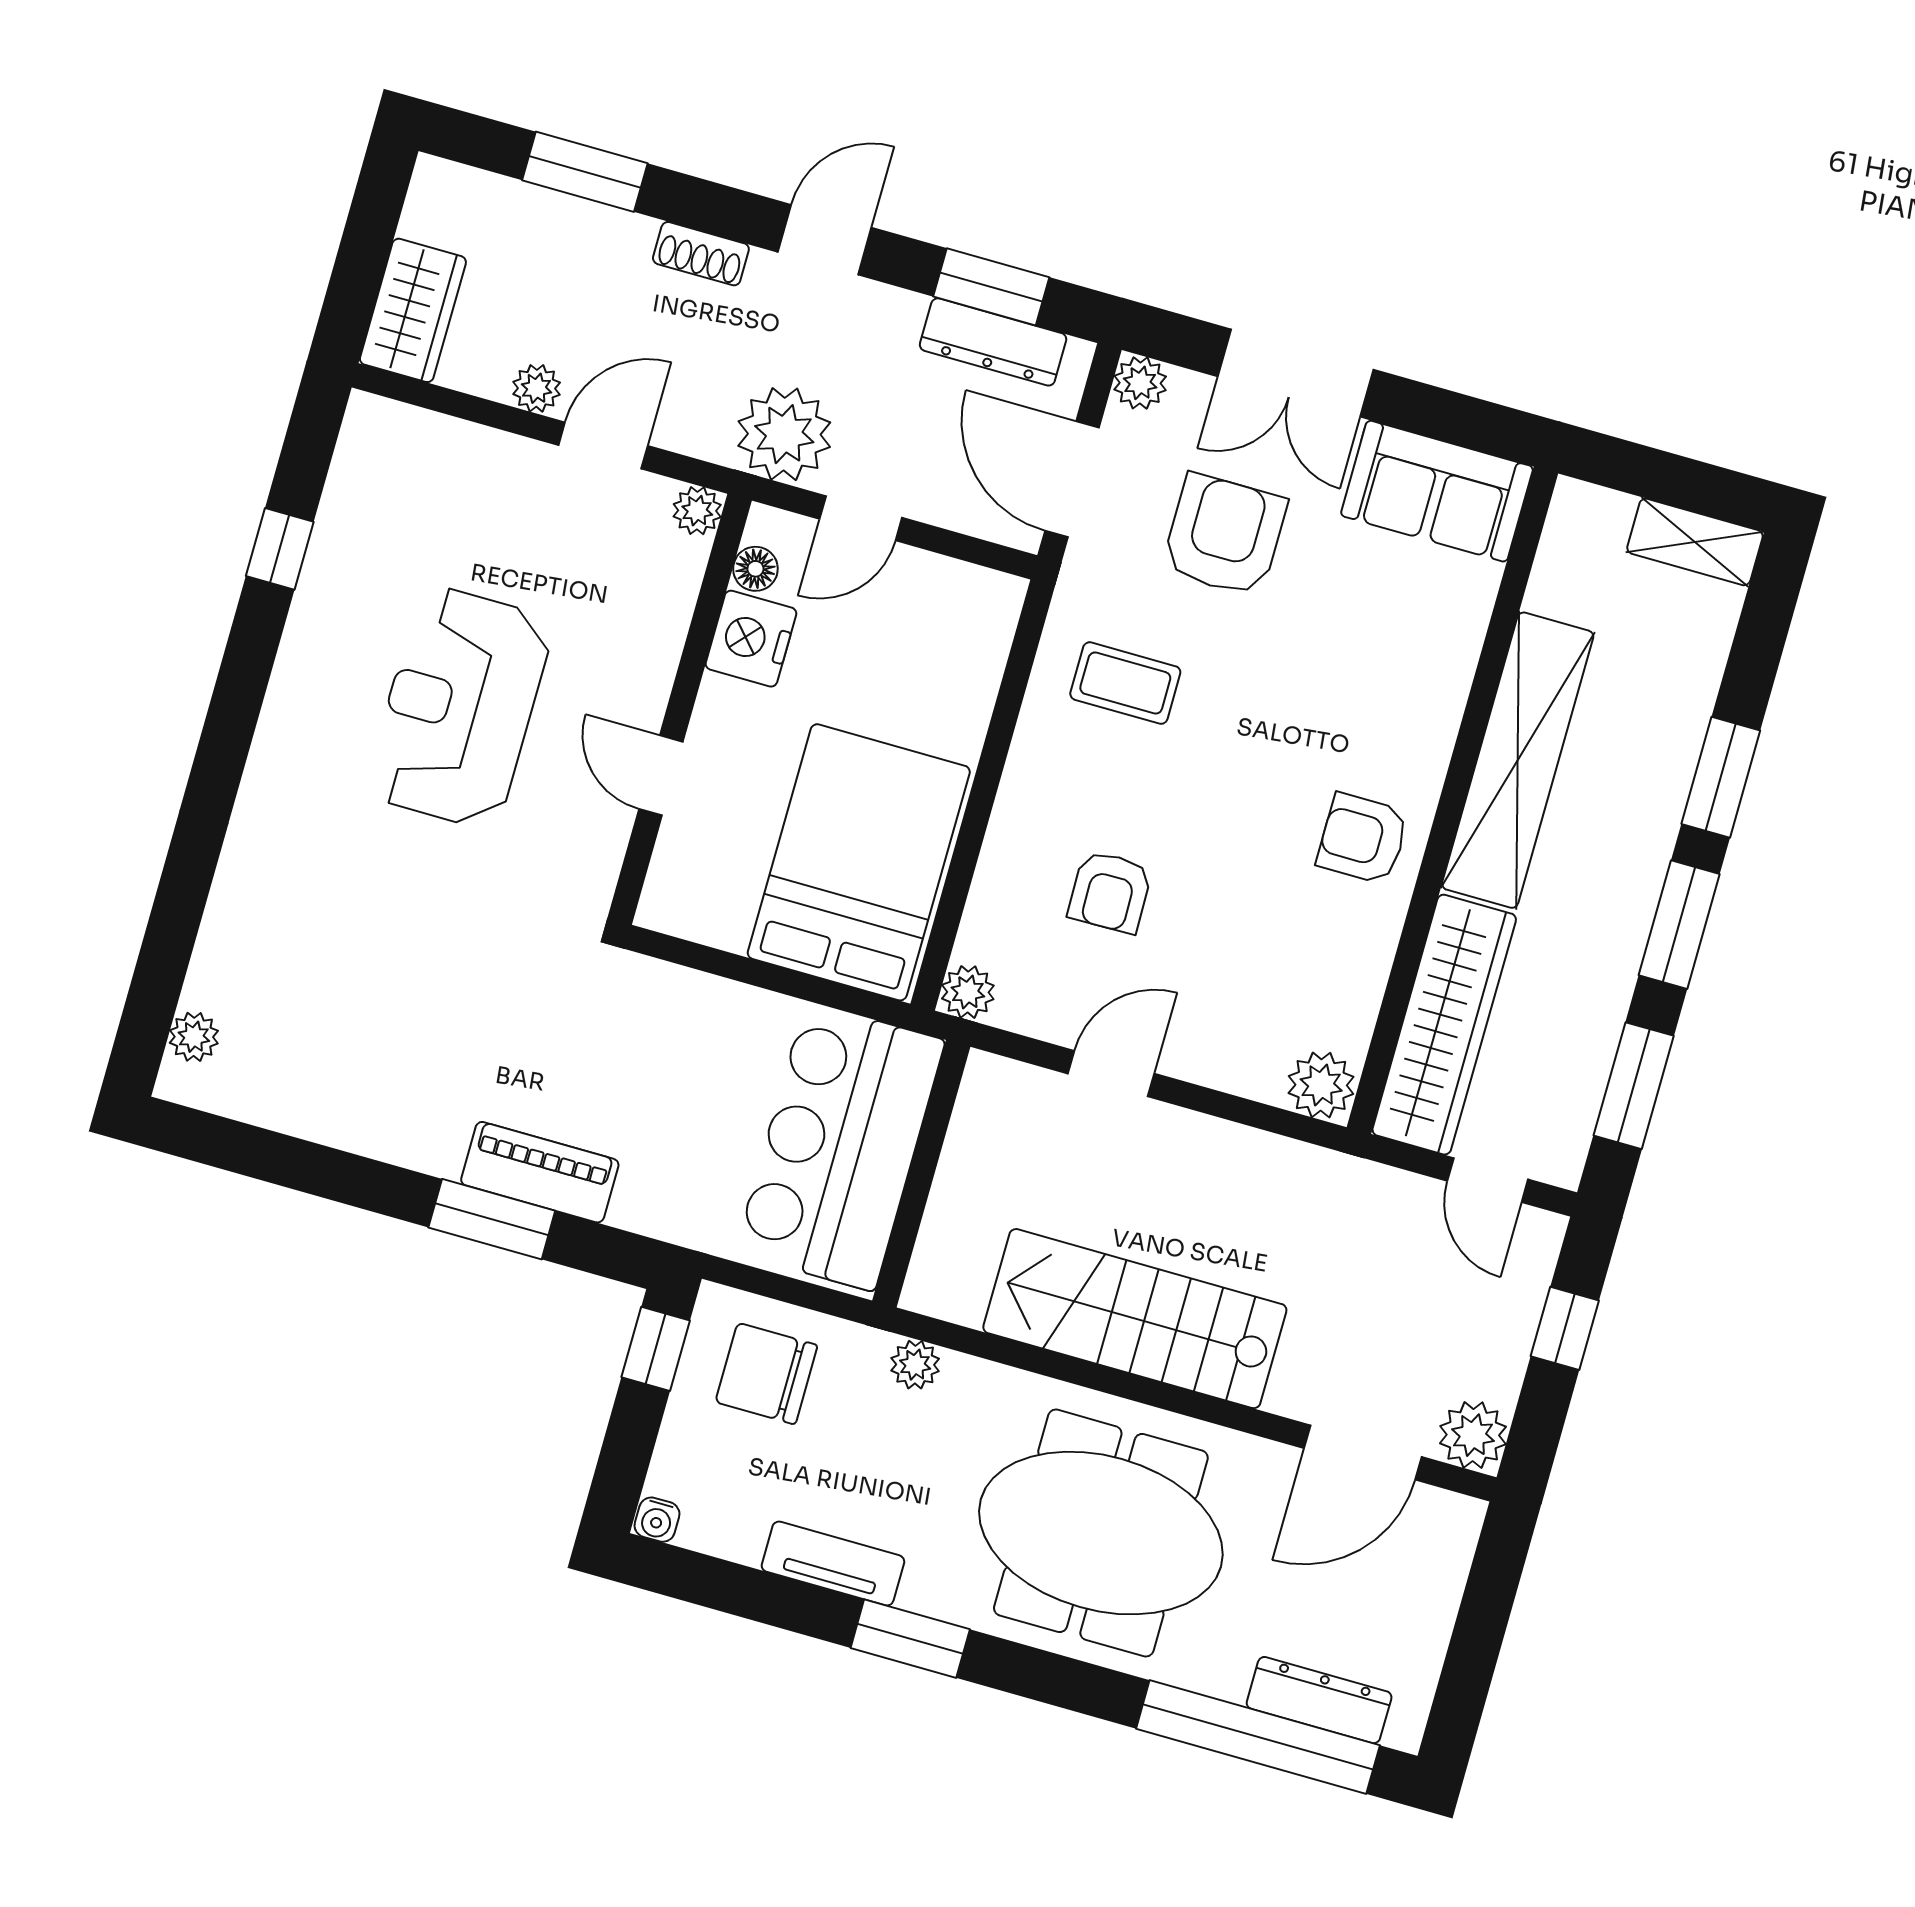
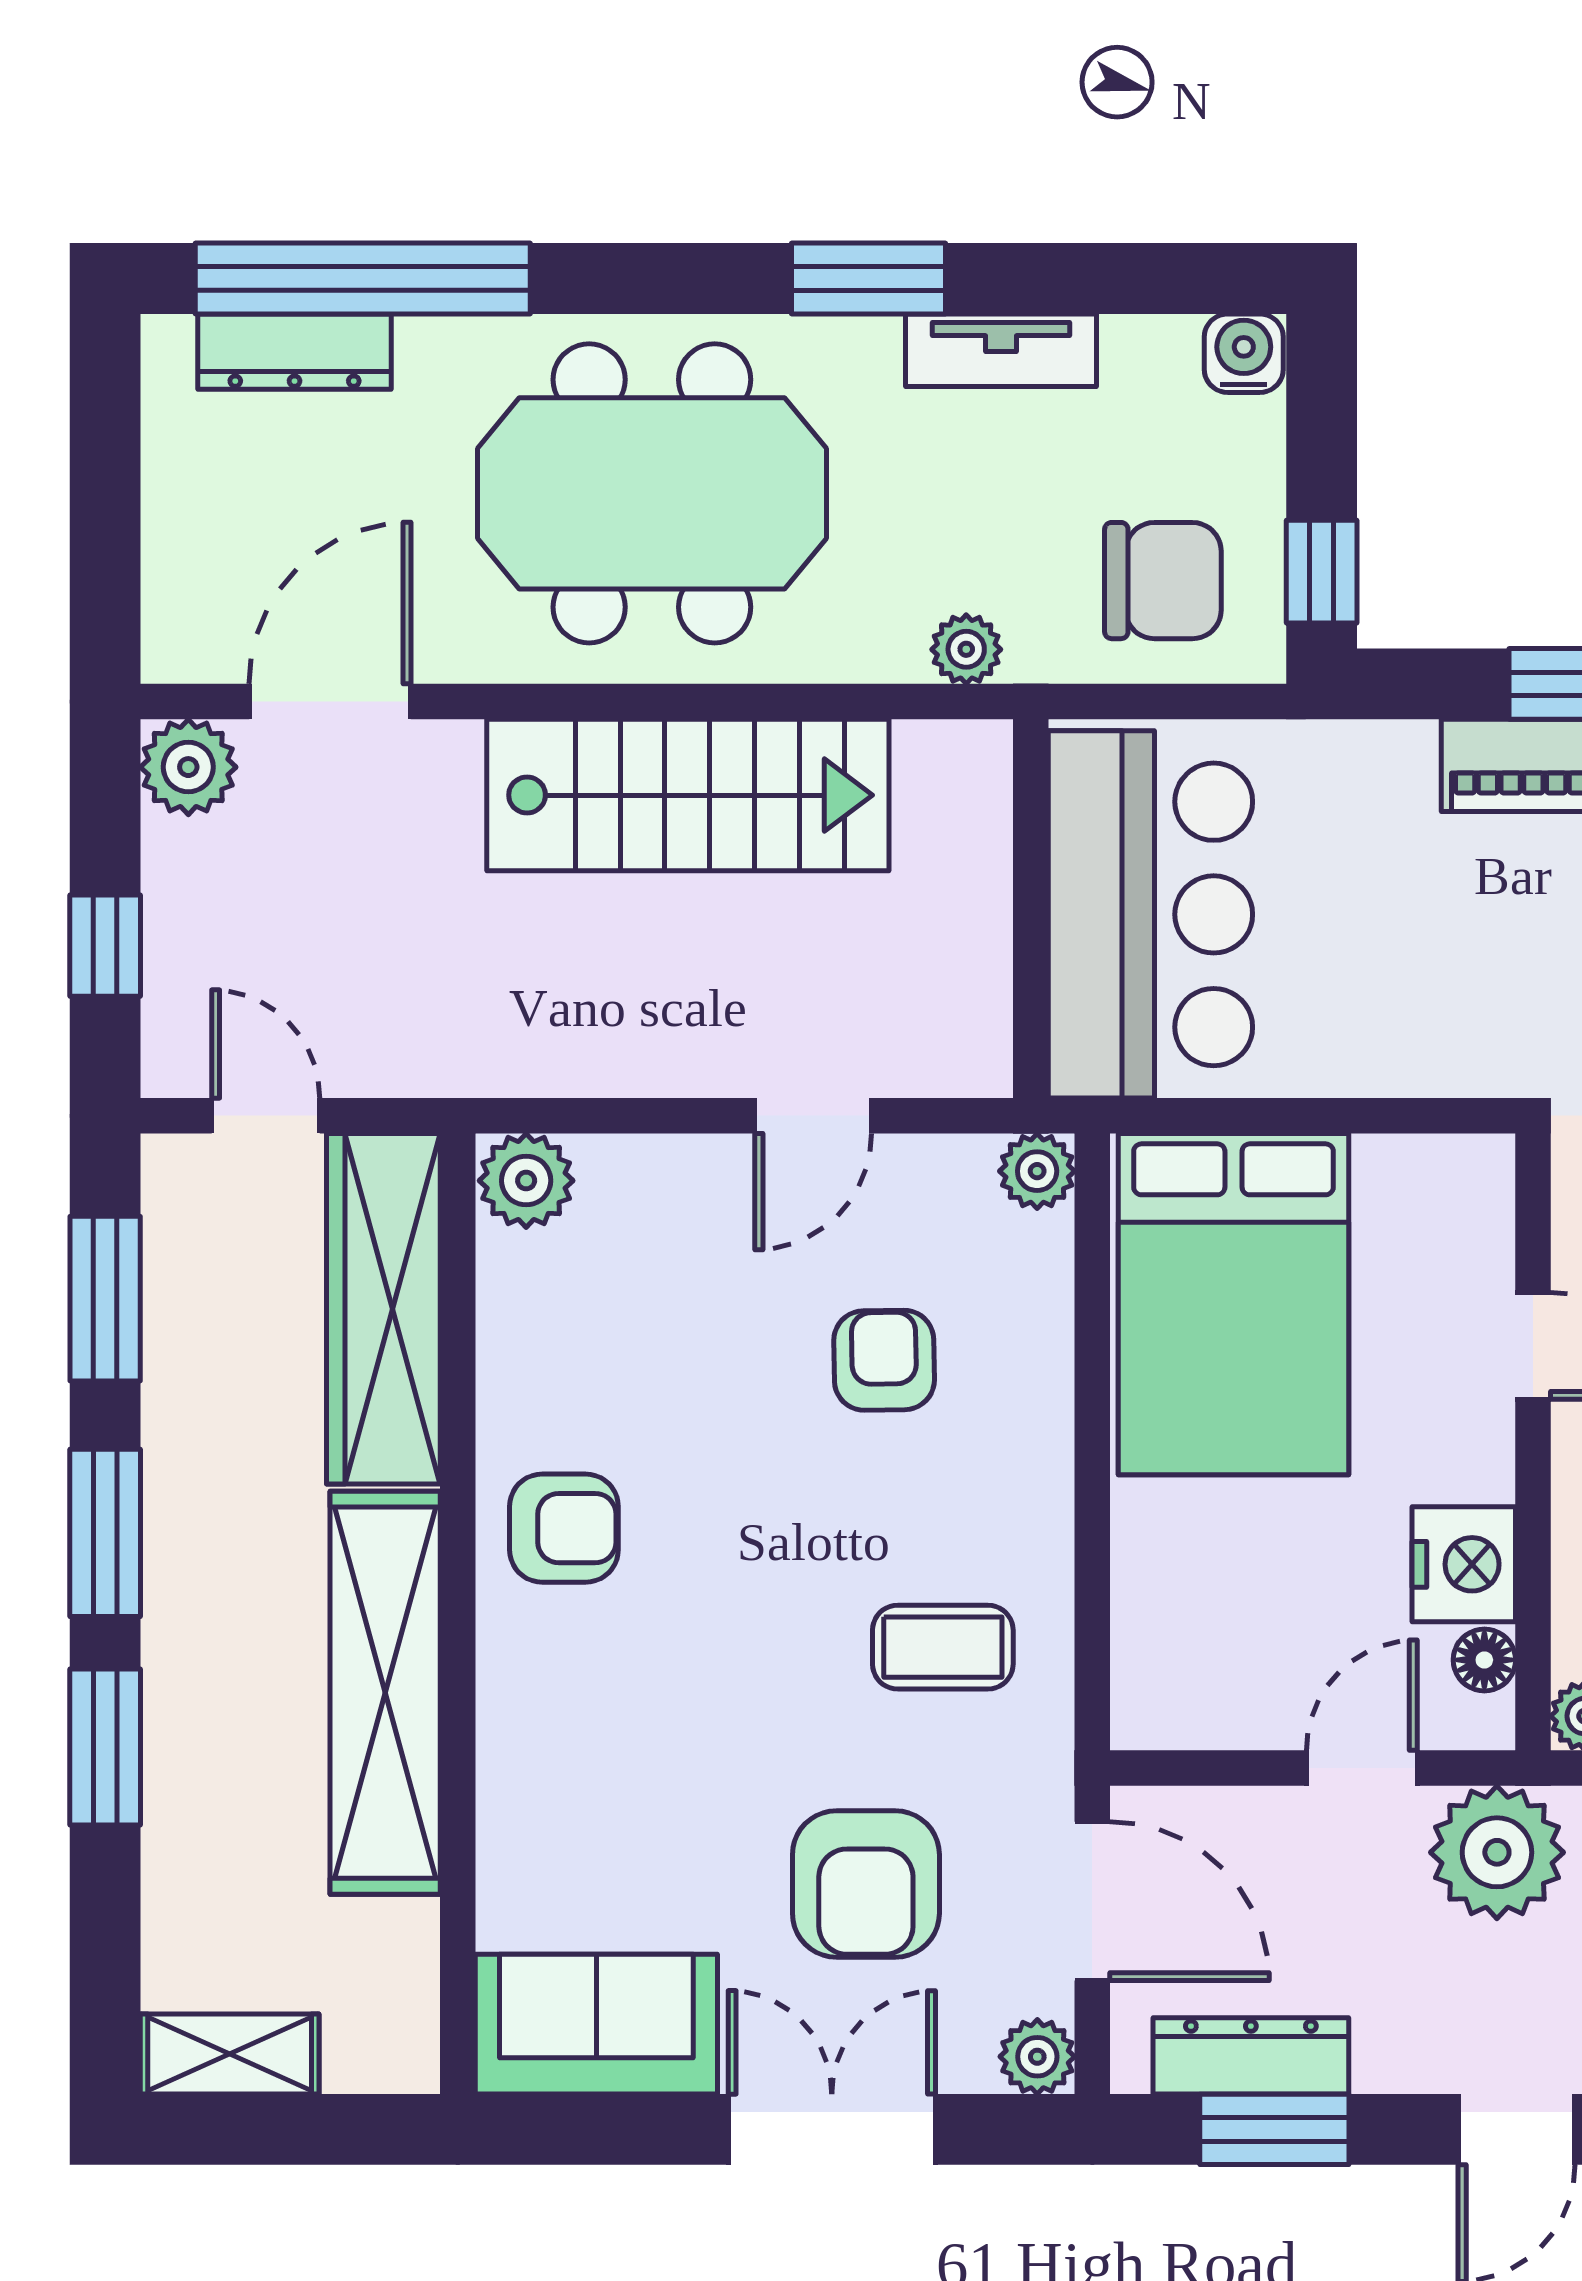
water cooler: (657, 1520) -> (1244, 353), width x1.38, depth x1.38

